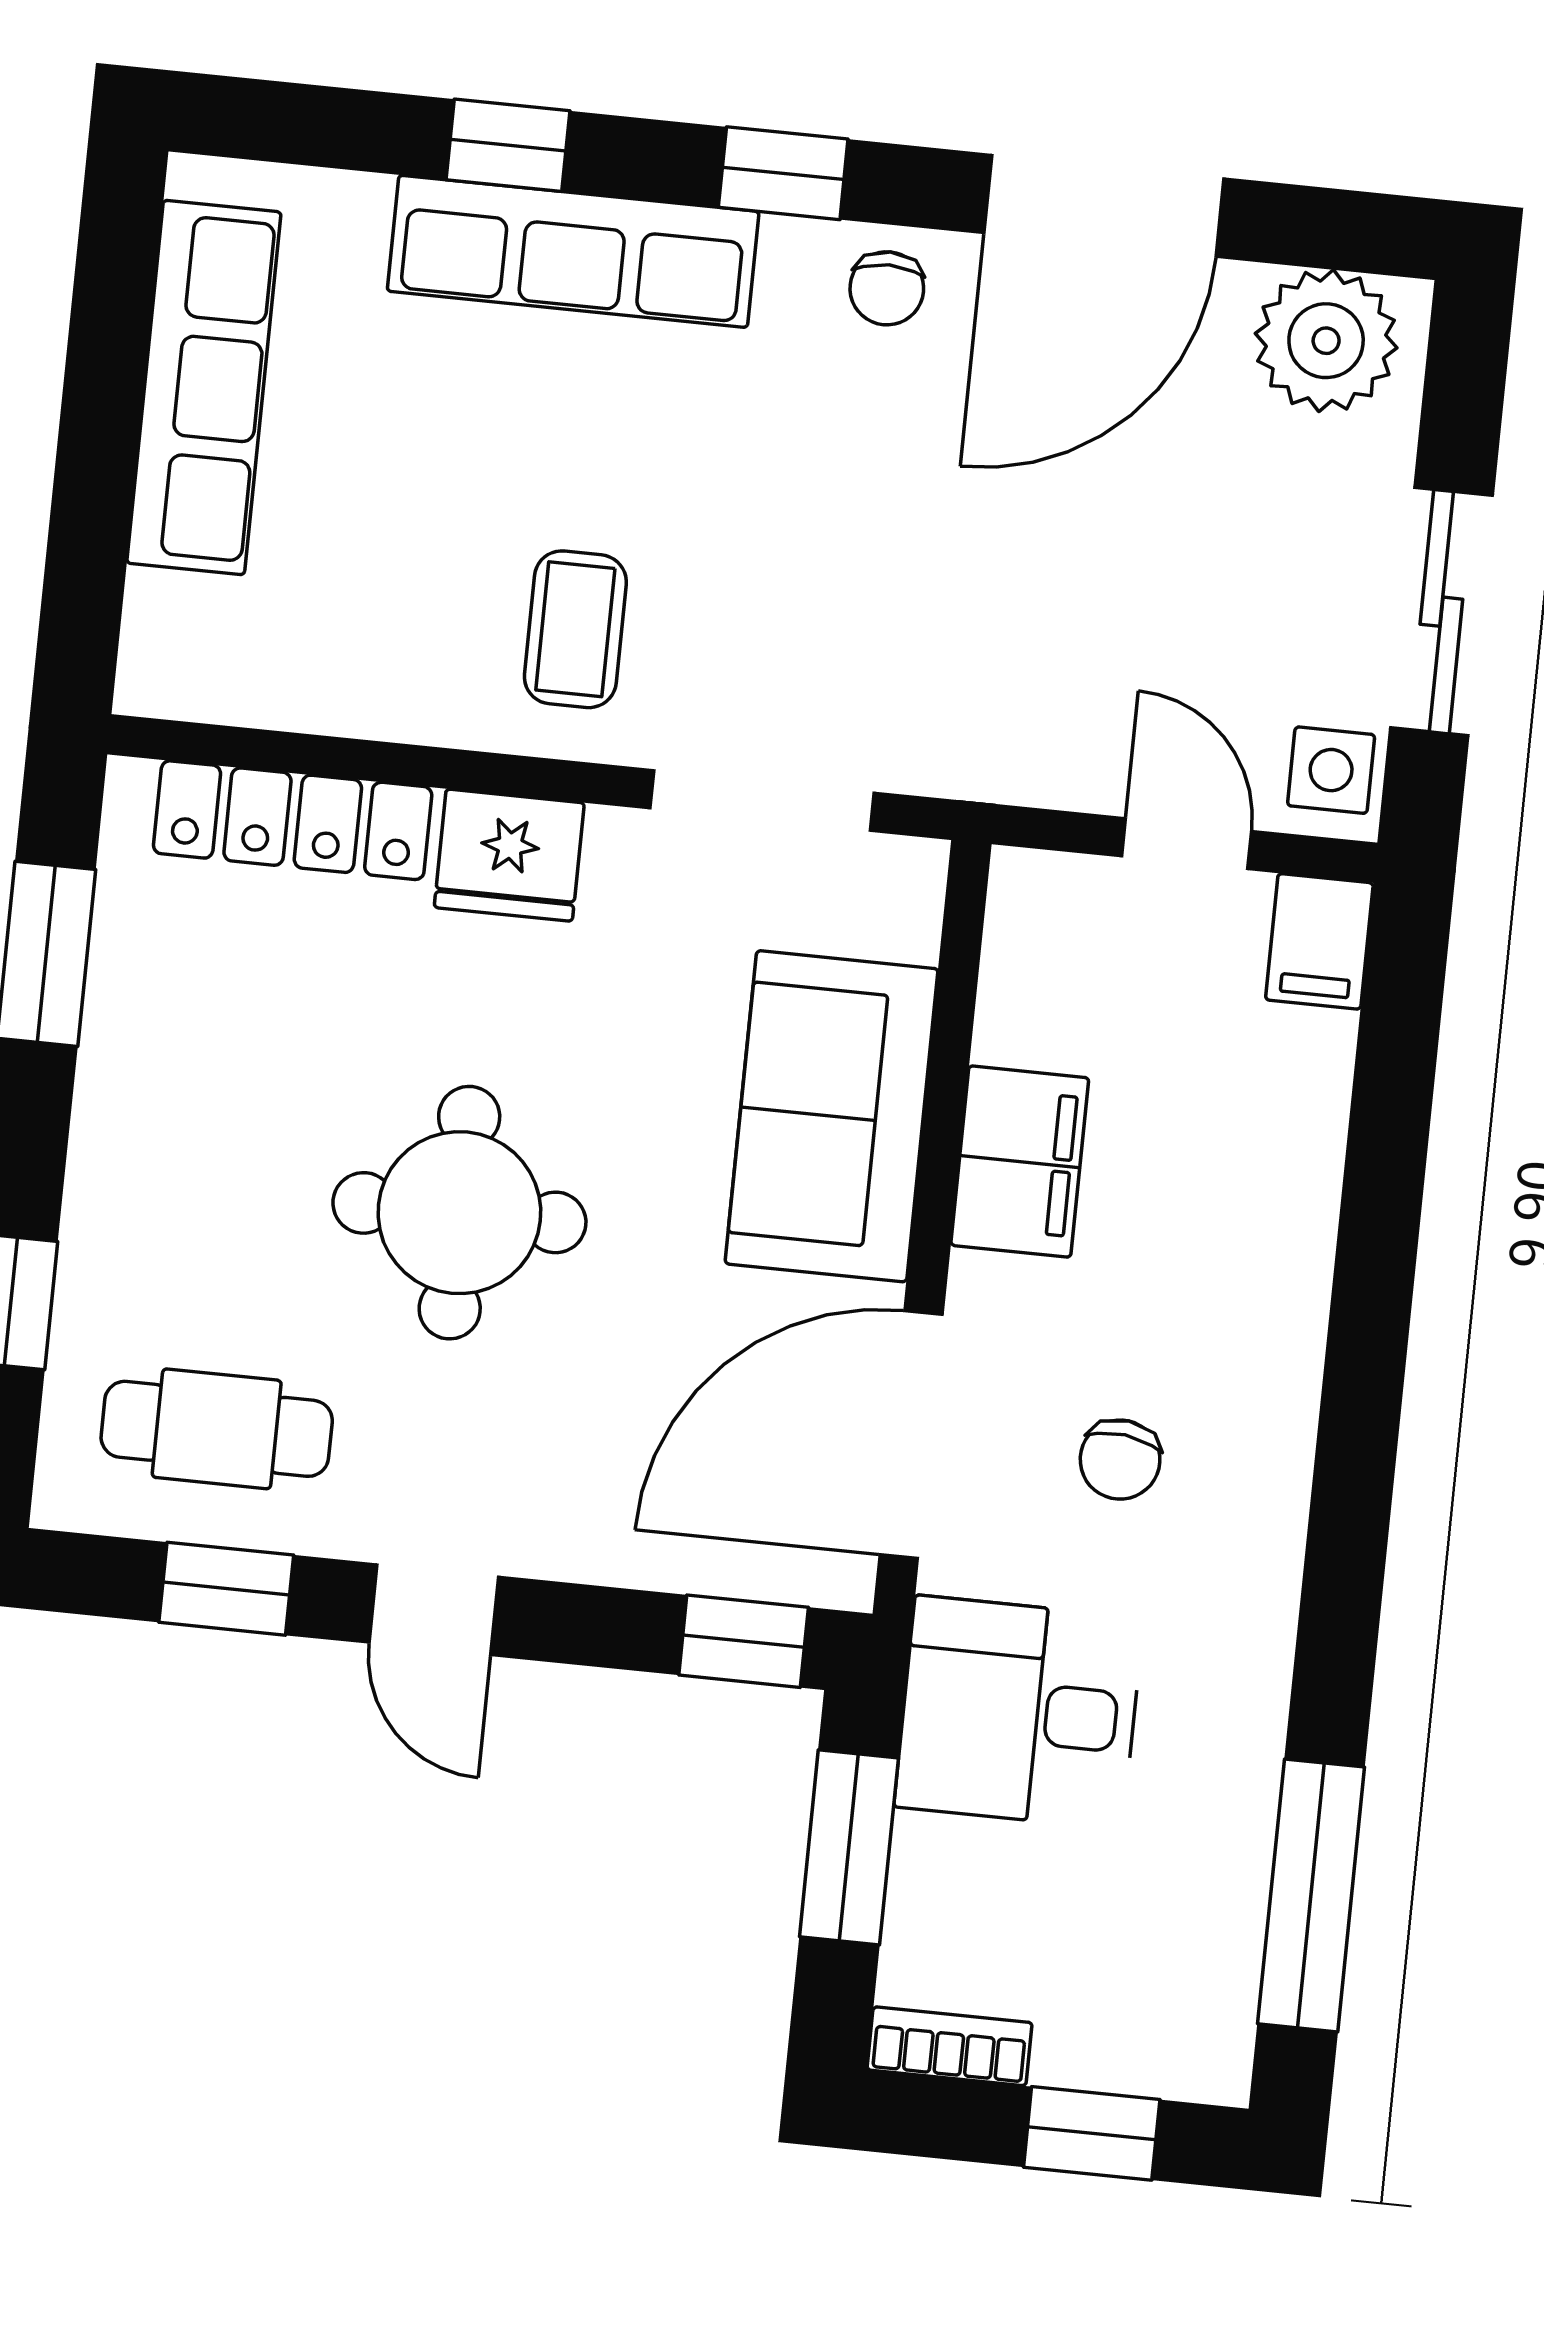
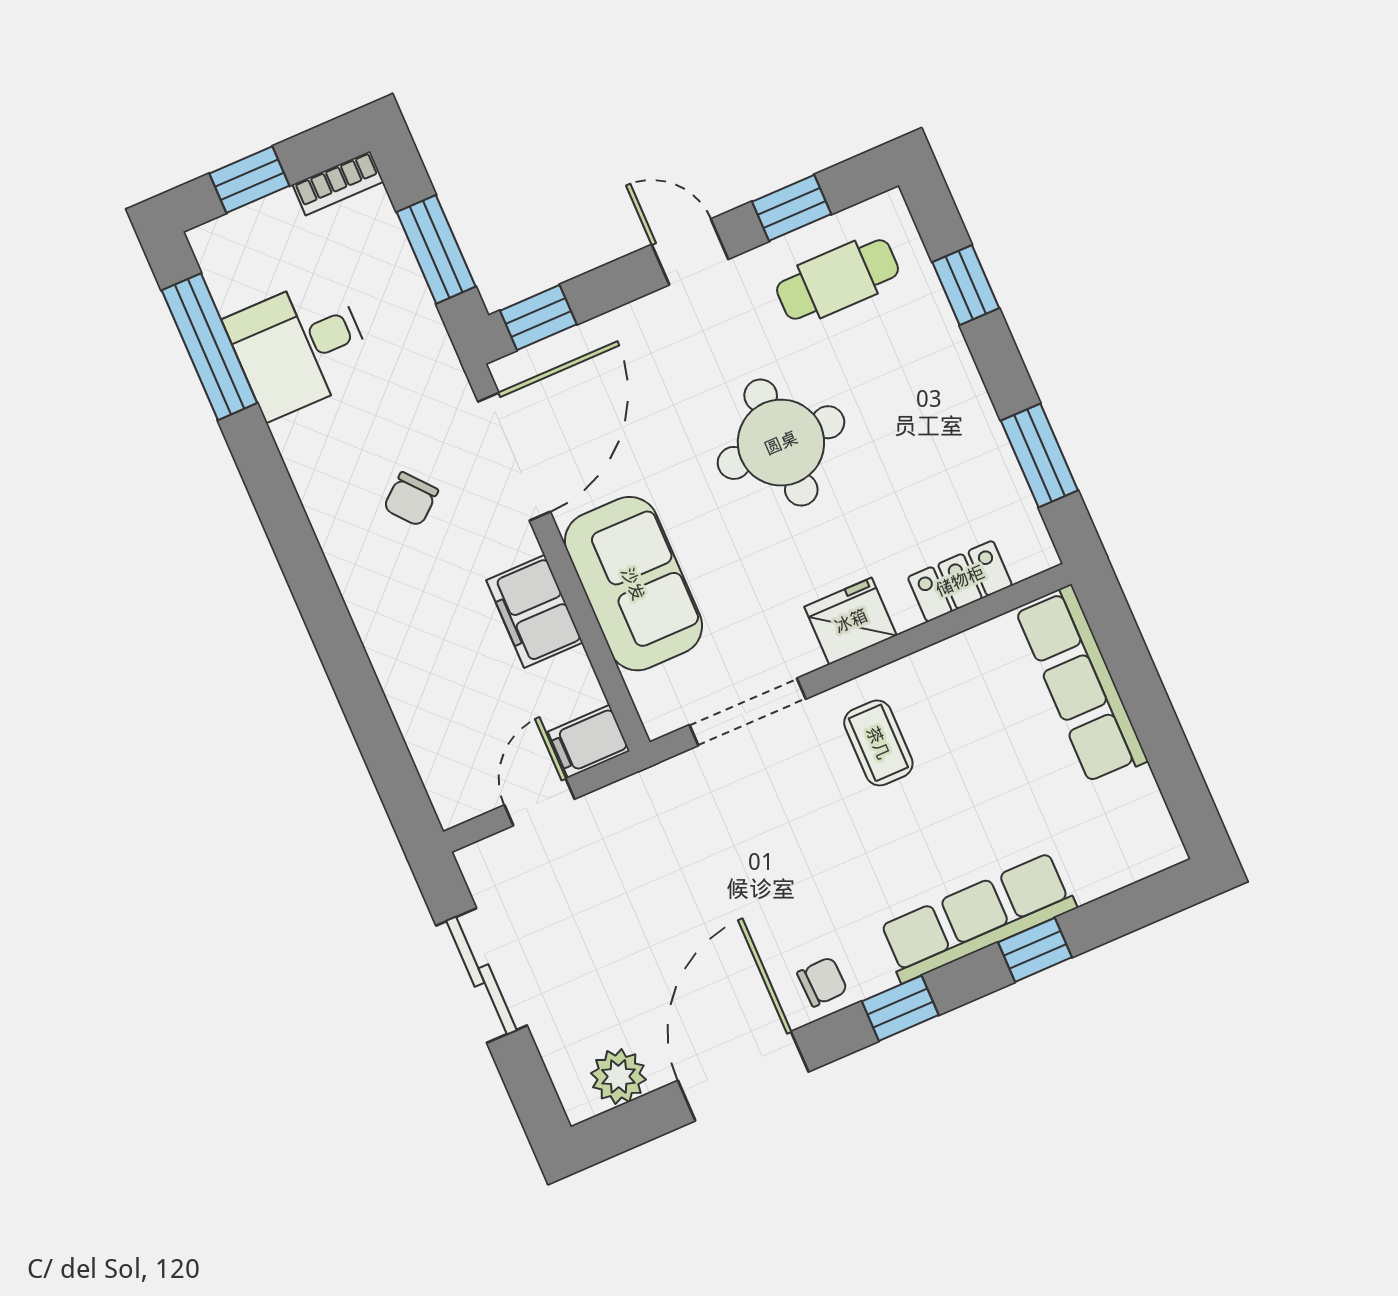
chair: (887, 288) -> (822, 982), turned 88
plant: (1326, 341) -> (618, 1076), width x0.73, depth x0.73
row of seats: (204, 388) -> (1081, 685), moved
side table: (1331, 770) -> (492, 873), removed
locker: (293, 820) -> (960, 581), width x0.66
door: (1187, 844) -> (539, 802), swing flipped
filing cabinet: (1319, 941) -> (589, 741), moved, turned -90
chair: (1120, 1460) -> (411, 499), turned -137
desk: (1019, 1712) -> (300, 347), moved, turned 180

